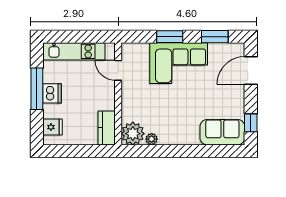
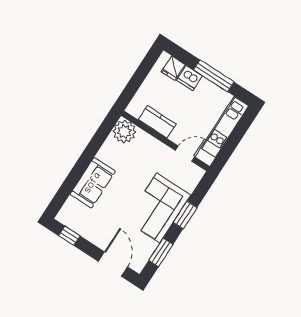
dishwasher: (52, 93) -> (189, 78), moved
kitchen counter: (107, 128) -> (157, 122), moved
sofa: (222, 132) -> (93, 183), moved
plant: (152, 139) -> (110, 144), removed

